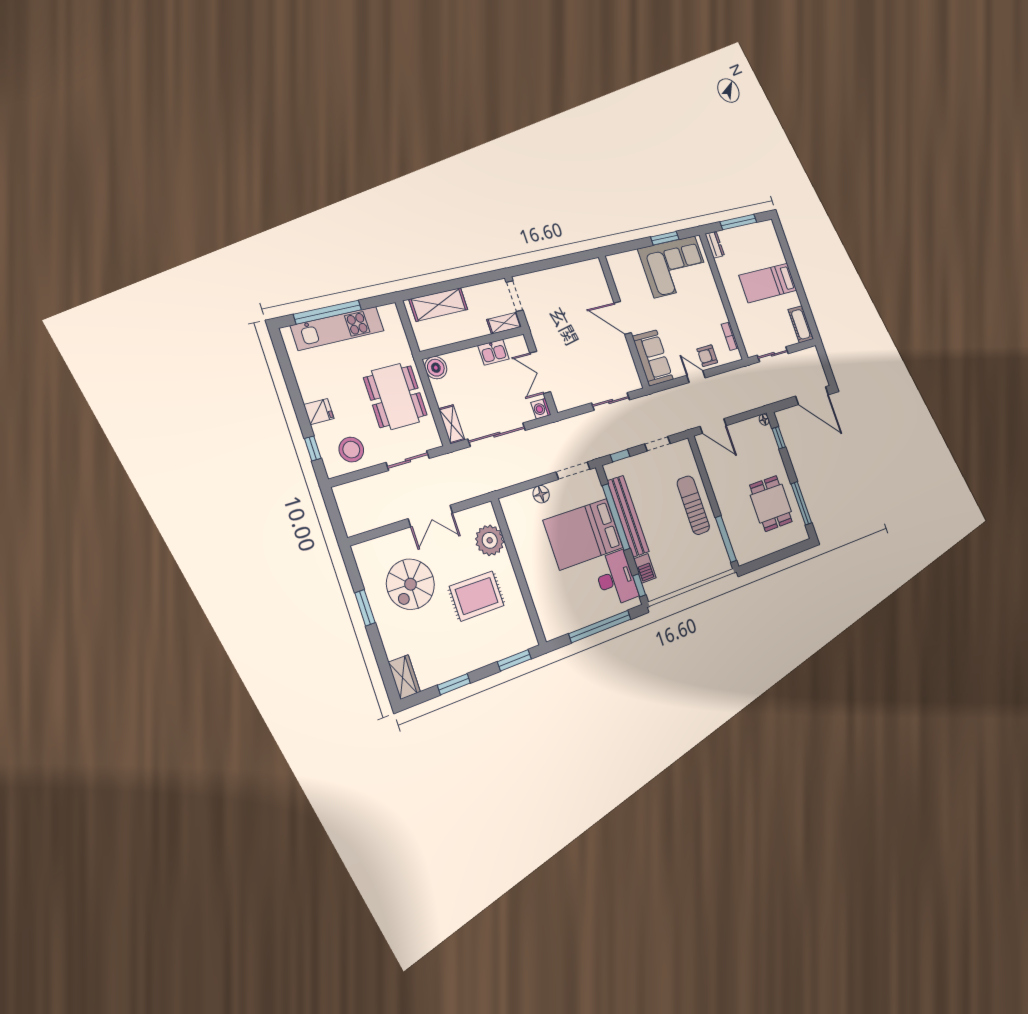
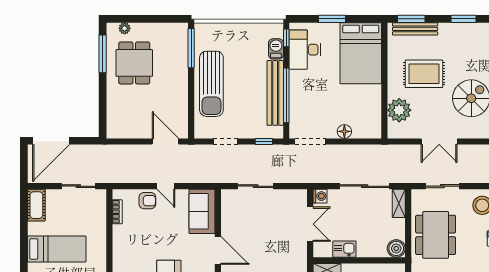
door: (812, 395) -> (51, 141), swing flipped
floor lamp: (764, 420) -> (112, 133), removed
window: (779, 438) -> (103, 114), removed
sun lounger: (693, 505) -> (211, 84), width x1.36, depth x1.34
double door: (431, 516) -> (439, 141), swing flipped
bed: (583, 534) -> (361, 53), moved, turned 90
plant: (792, 538) -> (125, 28), added
window: (600, 626) -> (332, 19), width x0.47
bench: (506, 649) -> (415, 29), added

